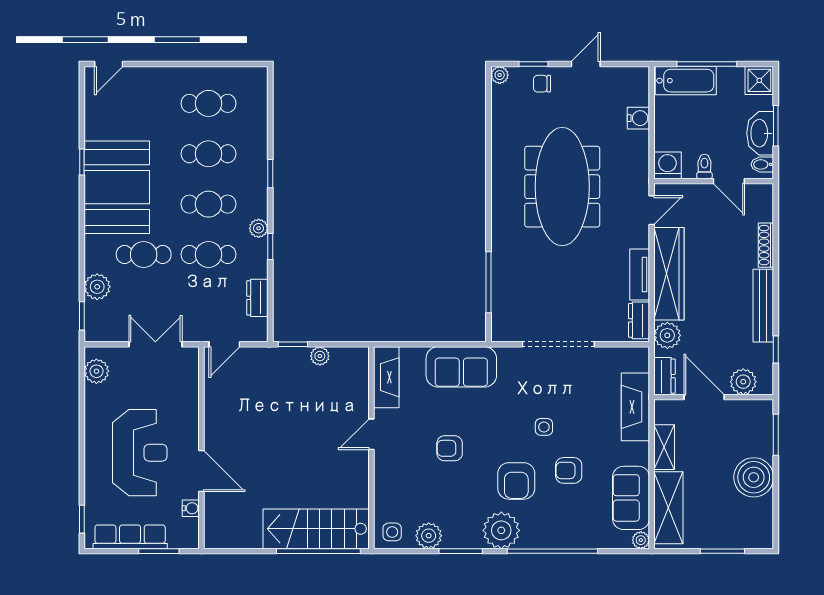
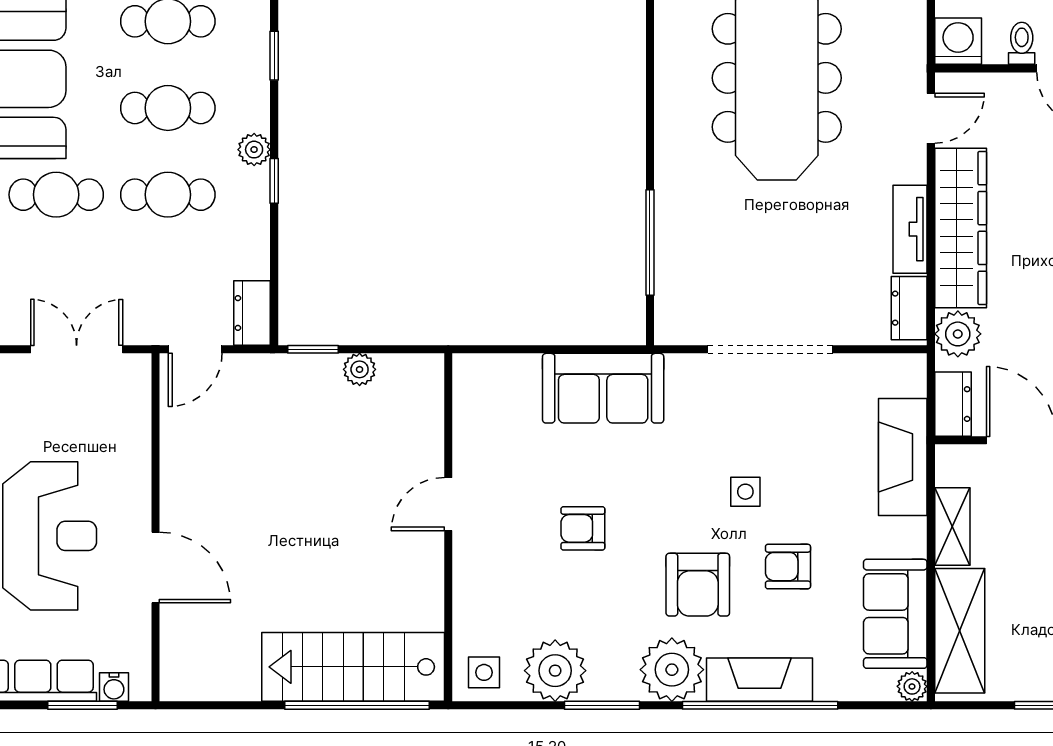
dresser: (257, 298) -> (252, 313), moved
fireplace: (386, 377) -> (760, 680), moved, turned -90
water cooler: (191, 508) -> (114, 687), moved, turned 90
plant: (429, 536) -> (555, 671), width x1.36, depth x1.36

